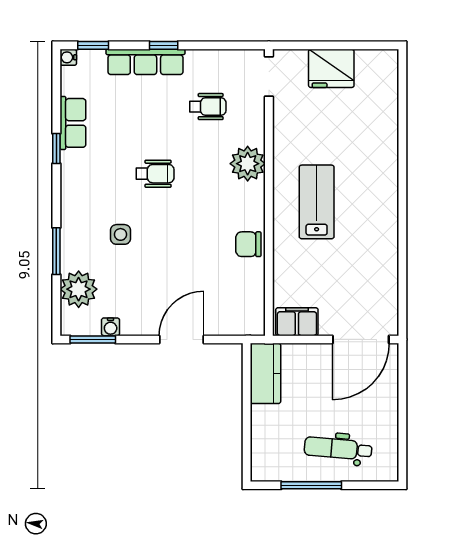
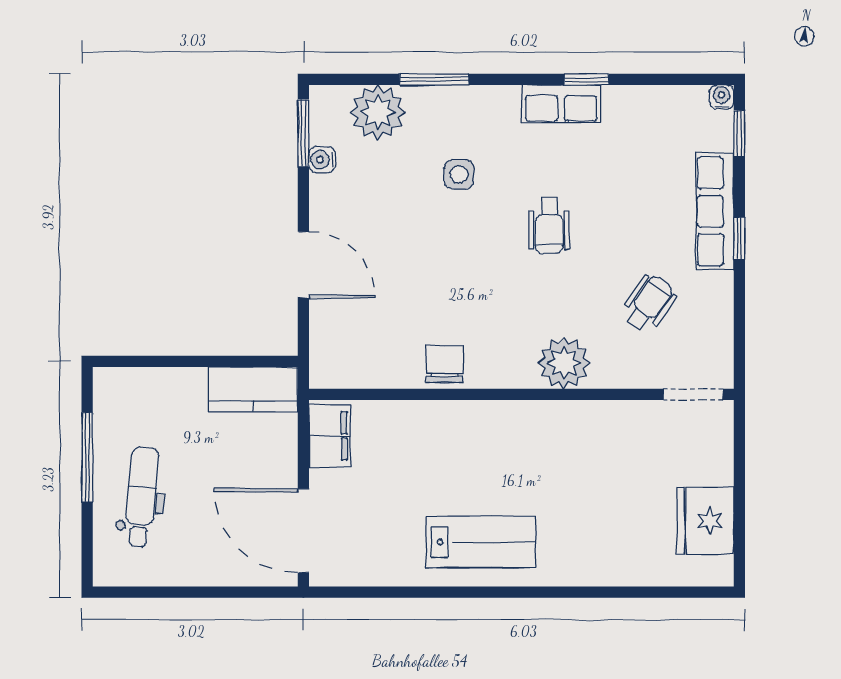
fridge: (331, 68) -> (705, 521), moved
wheelchair: (208, 107) -> (649, 304), turned -145
row of seats: (73, 123) -> (561, 104), moved
lab bench: (317, 202) -> (481, 542), moved

